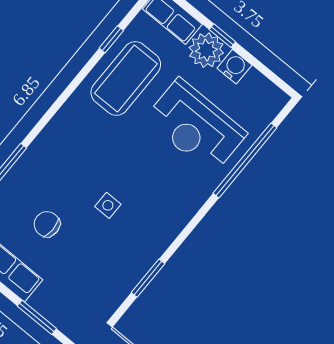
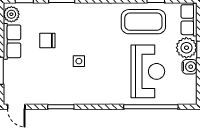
reception desk: (196, 126) -> (148, 71), turned 180
chair: (47, 224) -> (47, 40), turned -90

